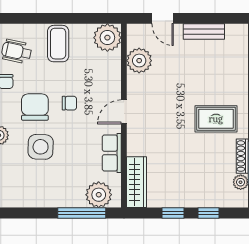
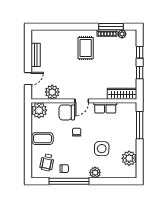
chair: (35, 107) -> (67, 112), moved
door: (124, 112) -> (82, 101), hinge flipped
plant: (99, 195) -> (129, 158), moved

